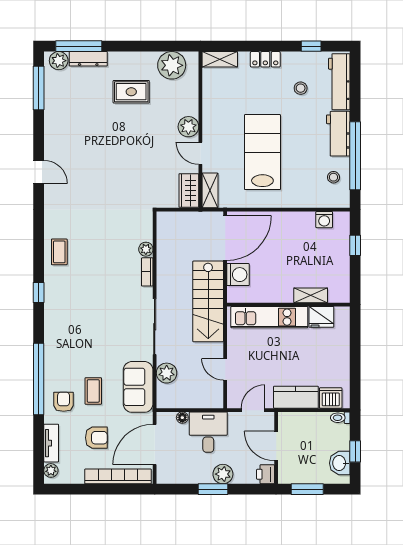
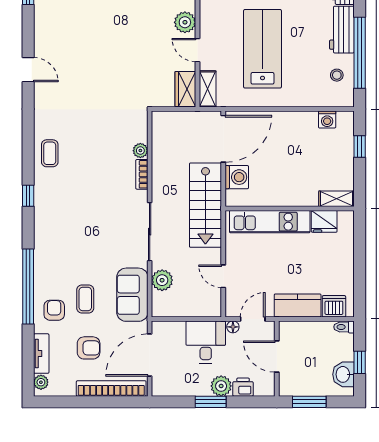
shelving: (311, 295) -> (337, 199), moved
floor lamp: (182, 418) -> (233, 327), moved
printer: (265, 474) -> (243, 387), moved, turned 90

